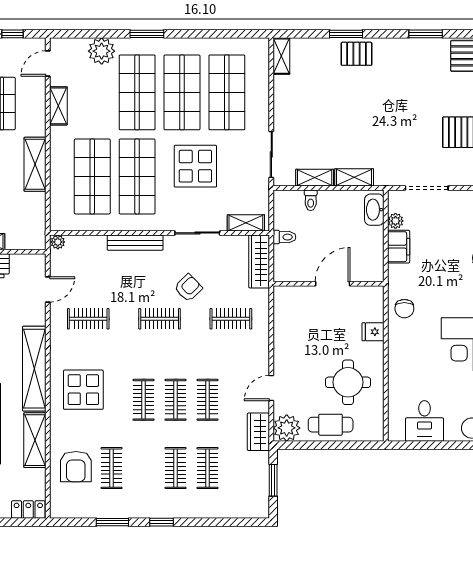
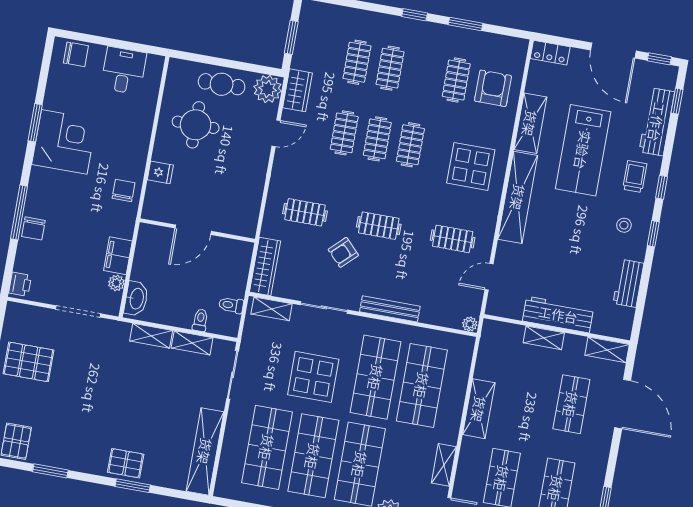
shelving: (281, 56) -> (205, 451), width x2.20, depth x1.33
toilet: (284, 237) -> (231, 305), moved

